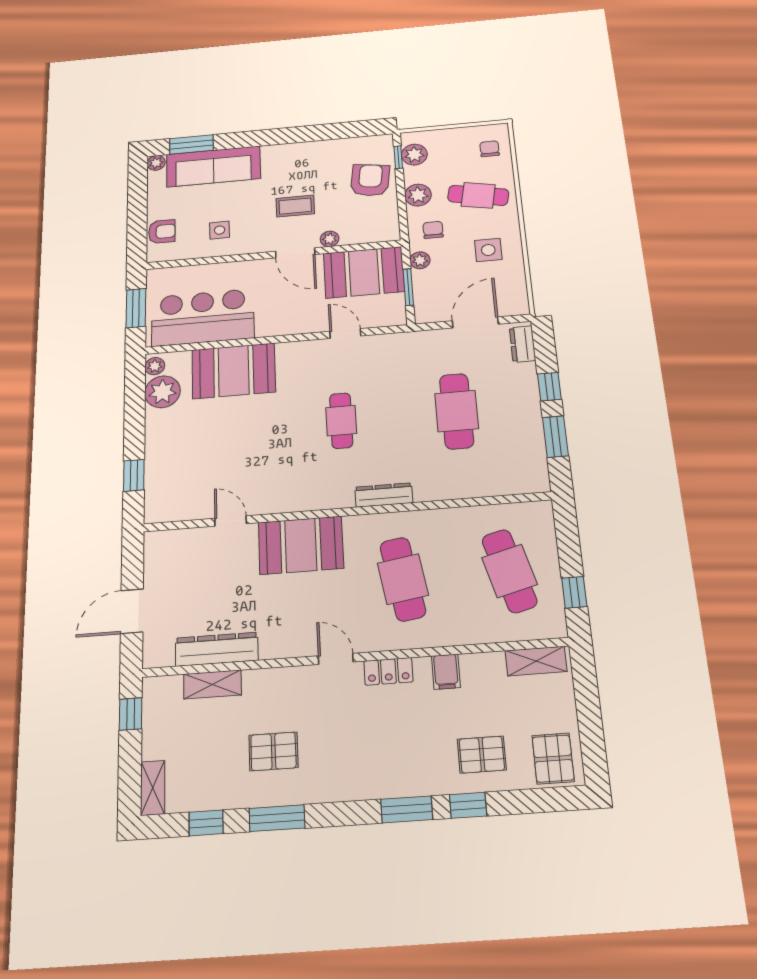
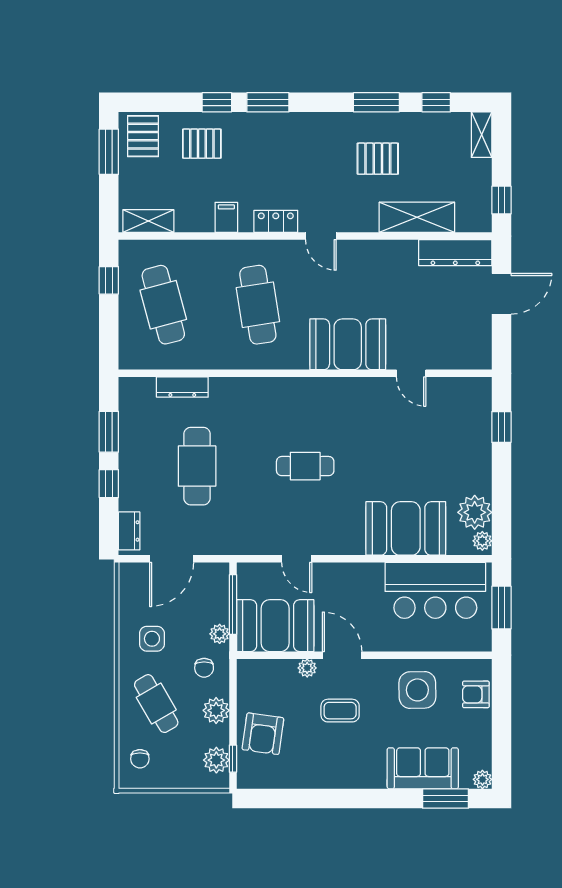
sofa: (213, 166) -> (423, 768), width x0.73
cafe table: (478, 195) -> (156, 704), turned 49
side table: (220, 230) -> (417, 690), width x1.87, depth x1.87
window: (408, 287) -> (233, 604), width x1.44
cafe table: (341, 421) -> (305, 466), turned 90
dresser: (384, 495) -> (182, 387), moved
dresser: (217, 649) -> (455, 253), moved
shelving: (212, 684) -> (417, 217), width x1.50, depth x1.33
window: (592, 737) -> (109, 152), added

